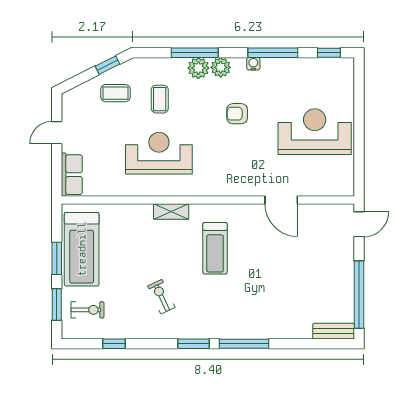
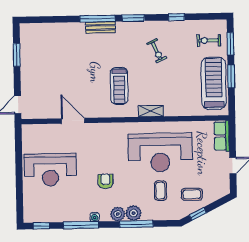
armchair: (237, 114) -> (105, 181), turned -90
reception desk: (159, 153) -> (160, 152), width x1.36, depth x1.30
treadmill: (215, 248) -> (119, 86), turned 180
window: (359, 295) -> (17, 55), width x0.47
bench: (334, 331) -> (100, 27), moved
window: (114, 344) -> (176, 17), moved

